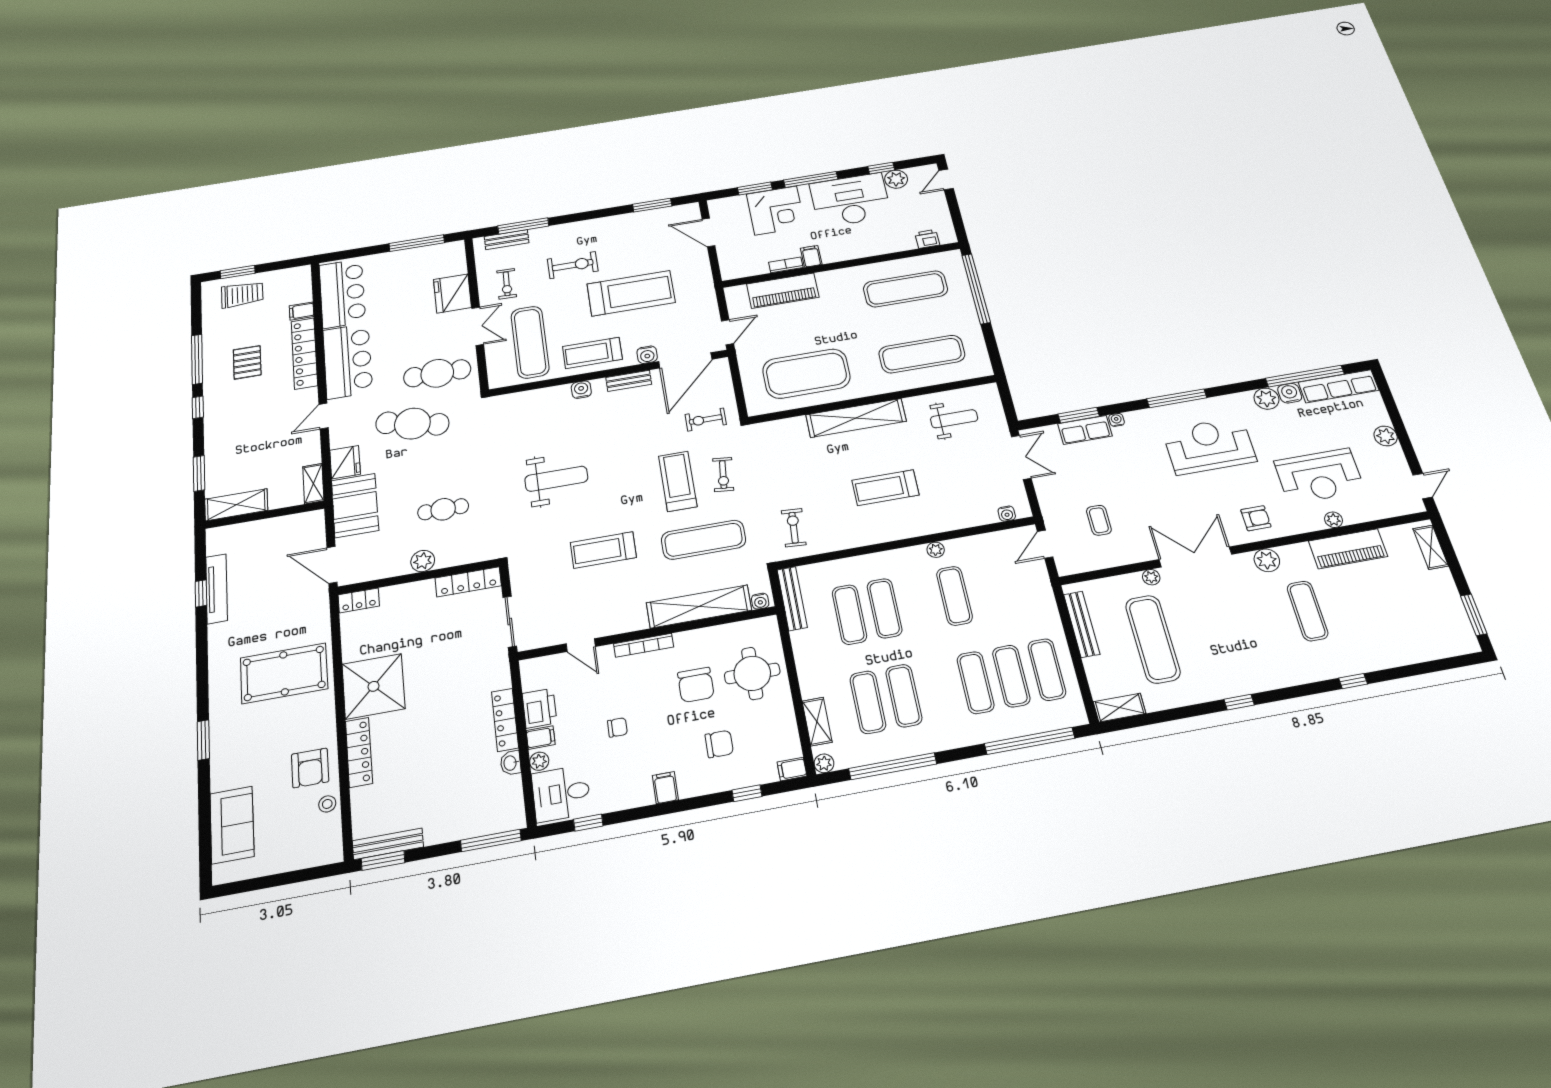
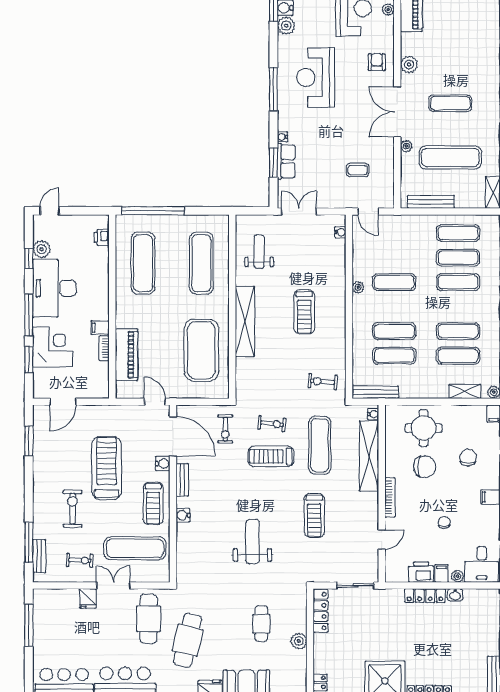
door: (946, 179) -> (50, 211), swing flipped
fridge: (452, 293) -> (88, 598), width x0.53, depth x0.75
exercise mat: (1308, 611) -> (450, 103), moved

